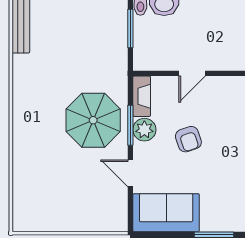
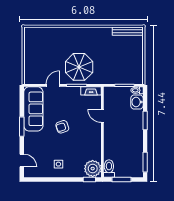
plant: (144, 130) -> (74, 92), removed
armchair: (188, 139) -> (62, 127), moved
sofa: (166, 213) -> (33, 109), width x1.36

